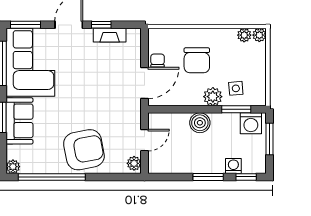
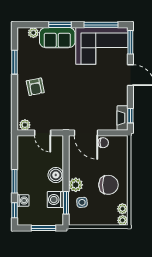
window: (101, 25) -> (130, 116), moved
fireplace: (110, 35) -> (122, 118), moved
chair: (197, 60) -> (108, 185), moved, turned 180
washing machine: (251, 123) -> (55, 200), moved
armchair: (84, 150) -> (35, 87), width x0.53, depth x0.53
plant: (13, 167) -> (33, 33), moved
window: (52, 177) -> (15, 62), width x0.47

